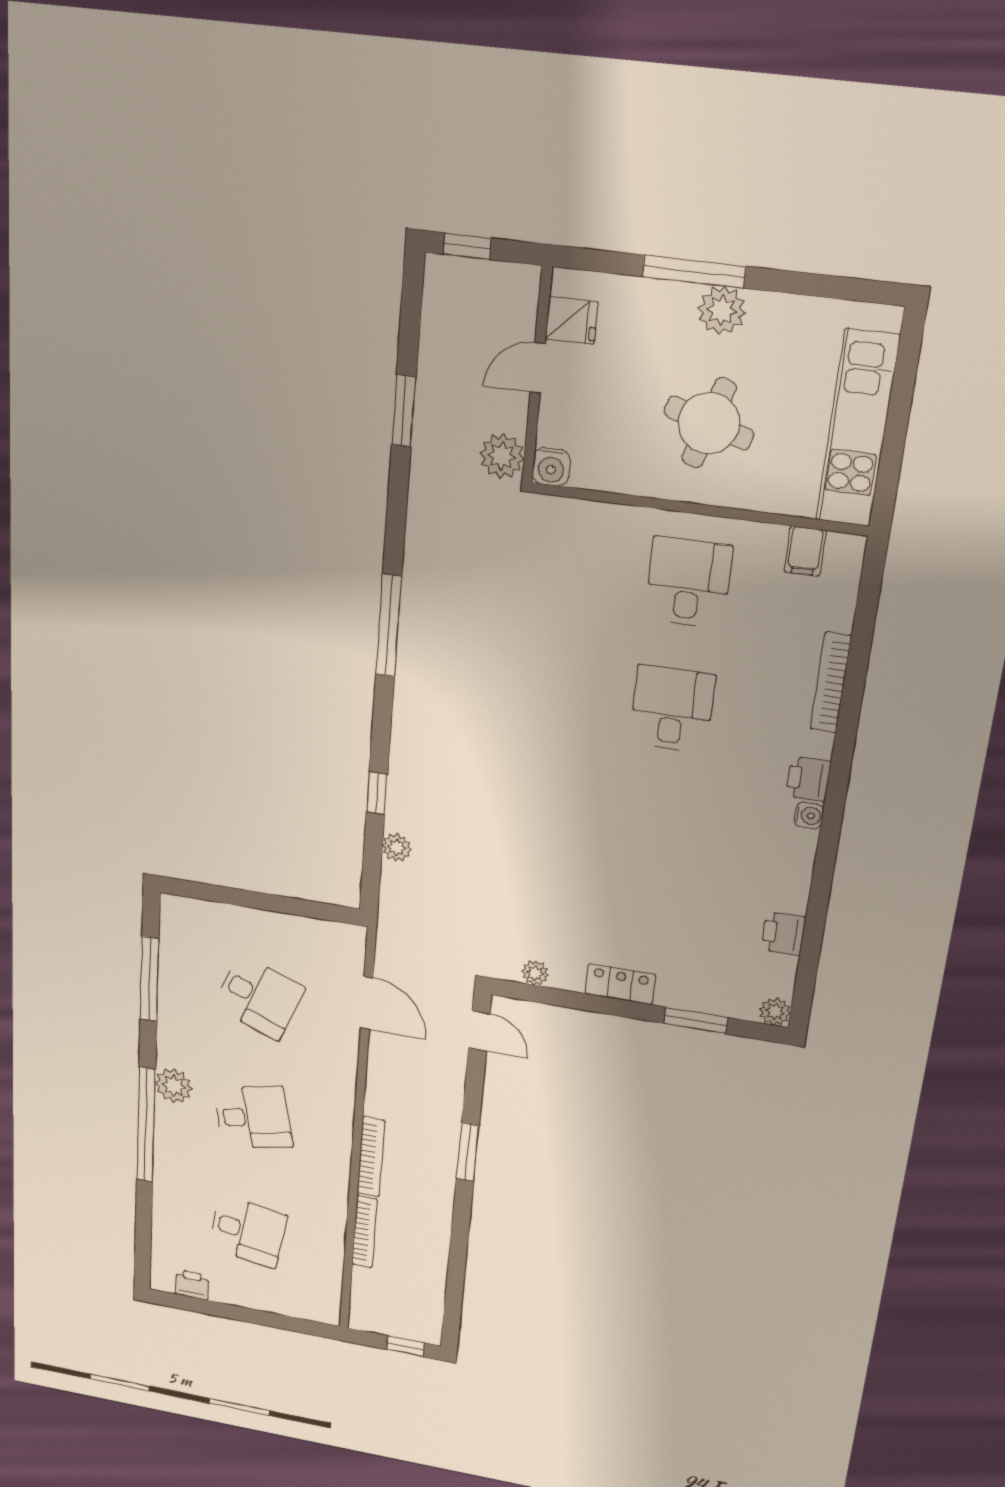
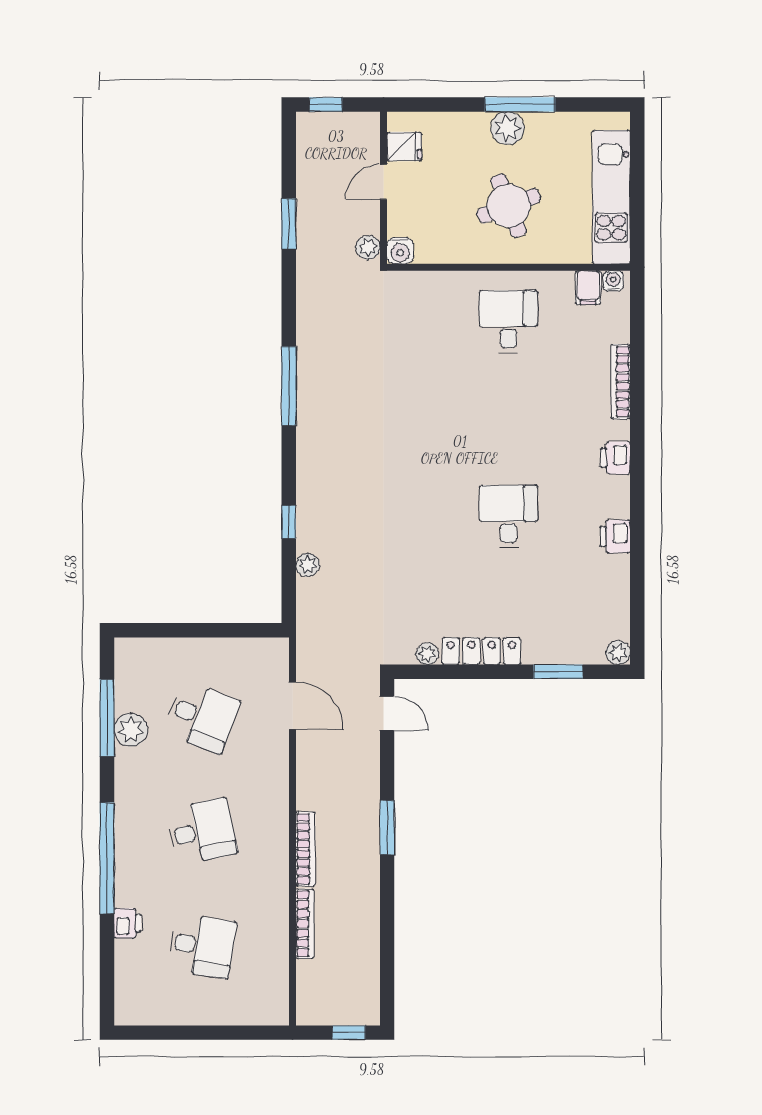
window: (694, 272) -> (520, 104), moved
round table: (709, 423) -> (509, 206), turned -38
plant: (502, 456) -> (368, 247), width x0.73, depth x0.73
desk: (672, 709) -> (508, 516), moved
water cooler: (809, 815) -> (613, 281), moved, turned -90
printer: (783, 933) -> (615, 536), moved
locker: (620, 984) -> (481, 651), width x1.53
plant: (174, 1086) -> (131, 730), moved
printer: (192, 1285) -> (128, 923), moved, turned 90

